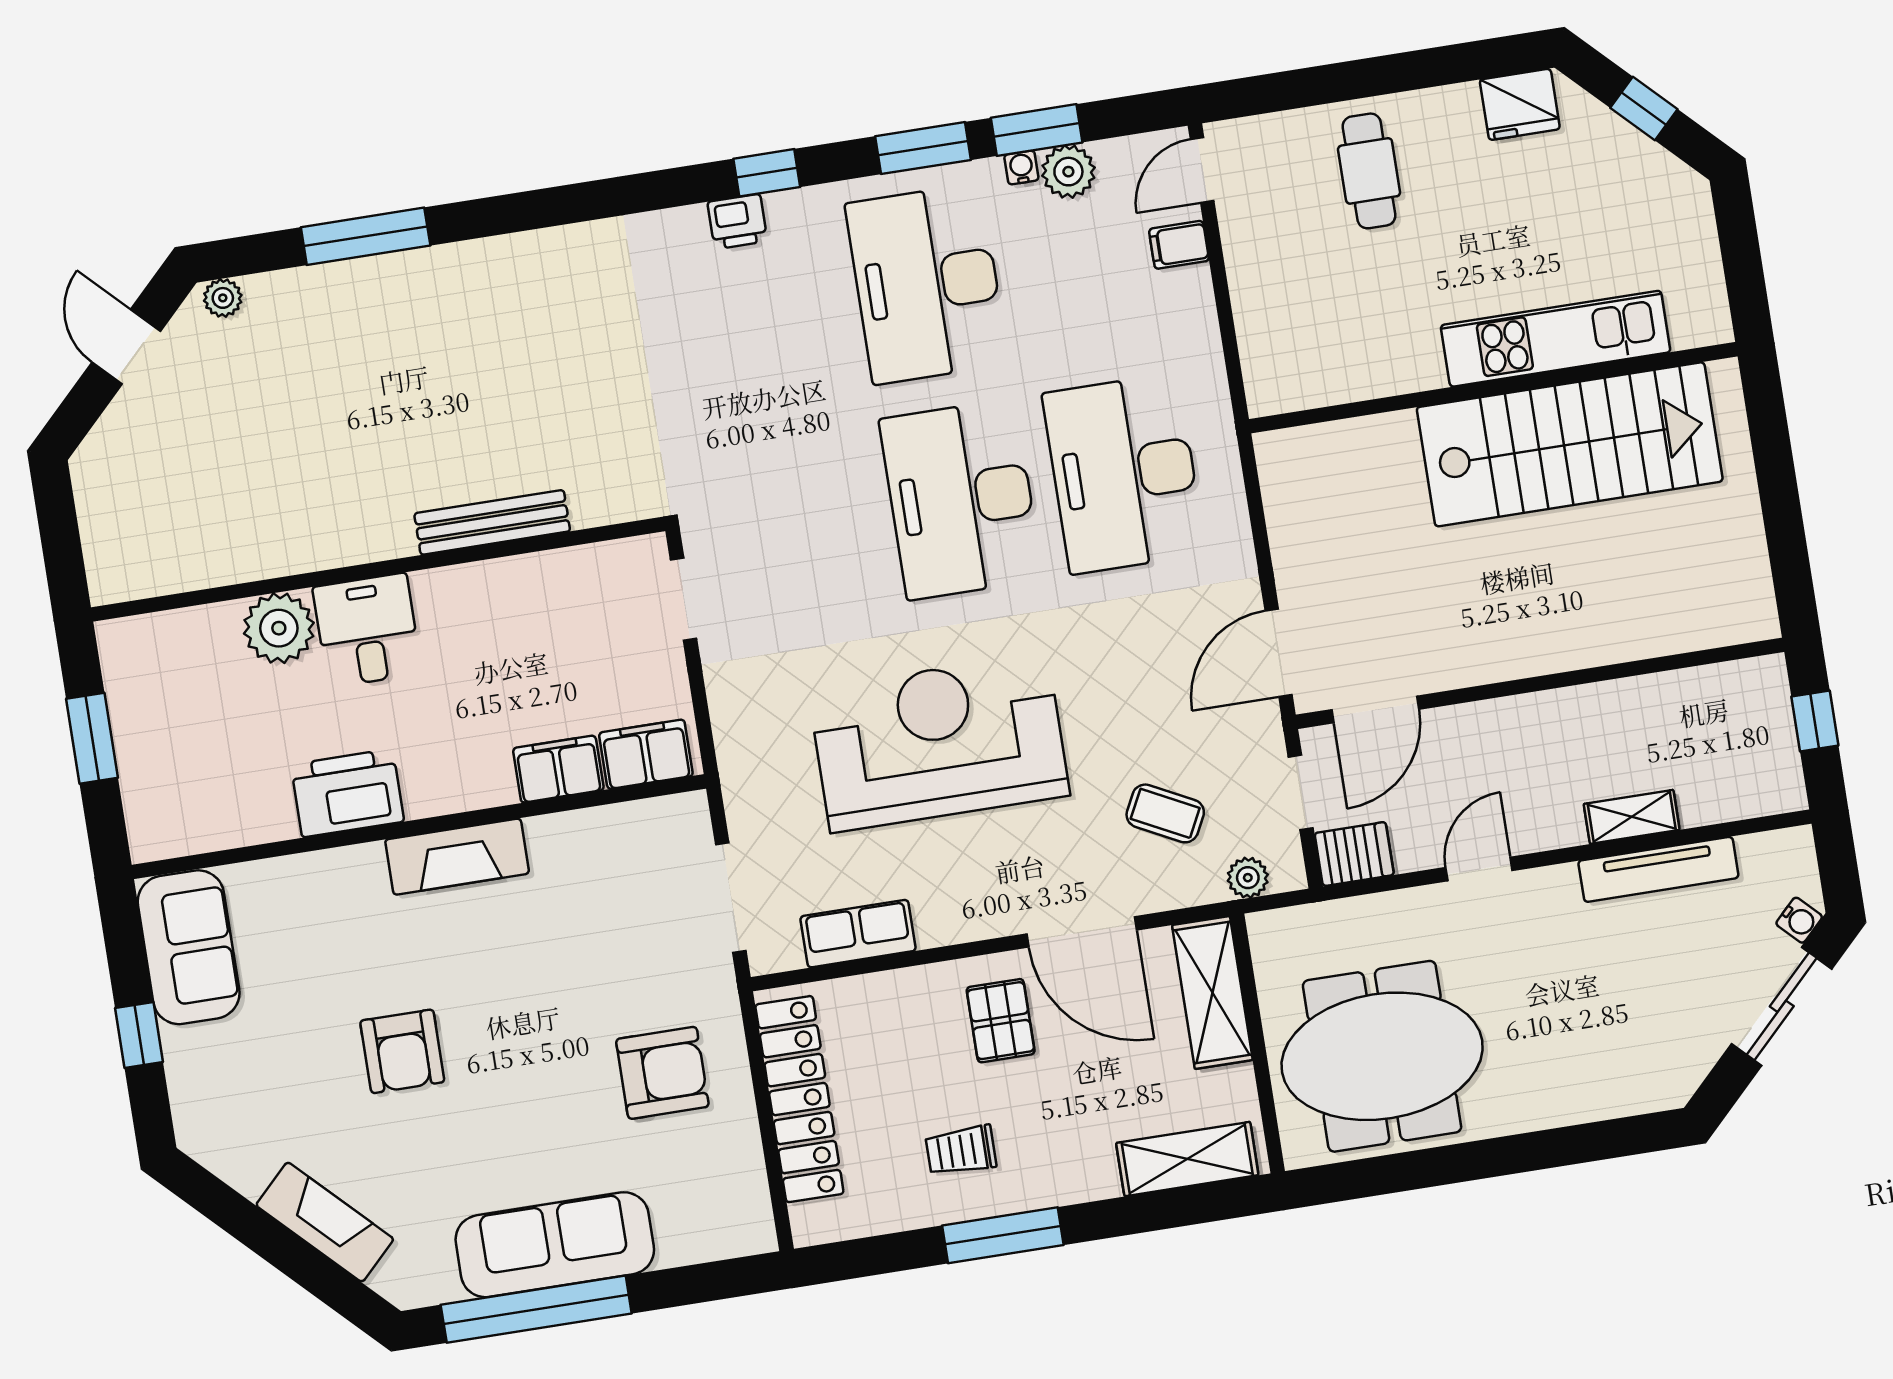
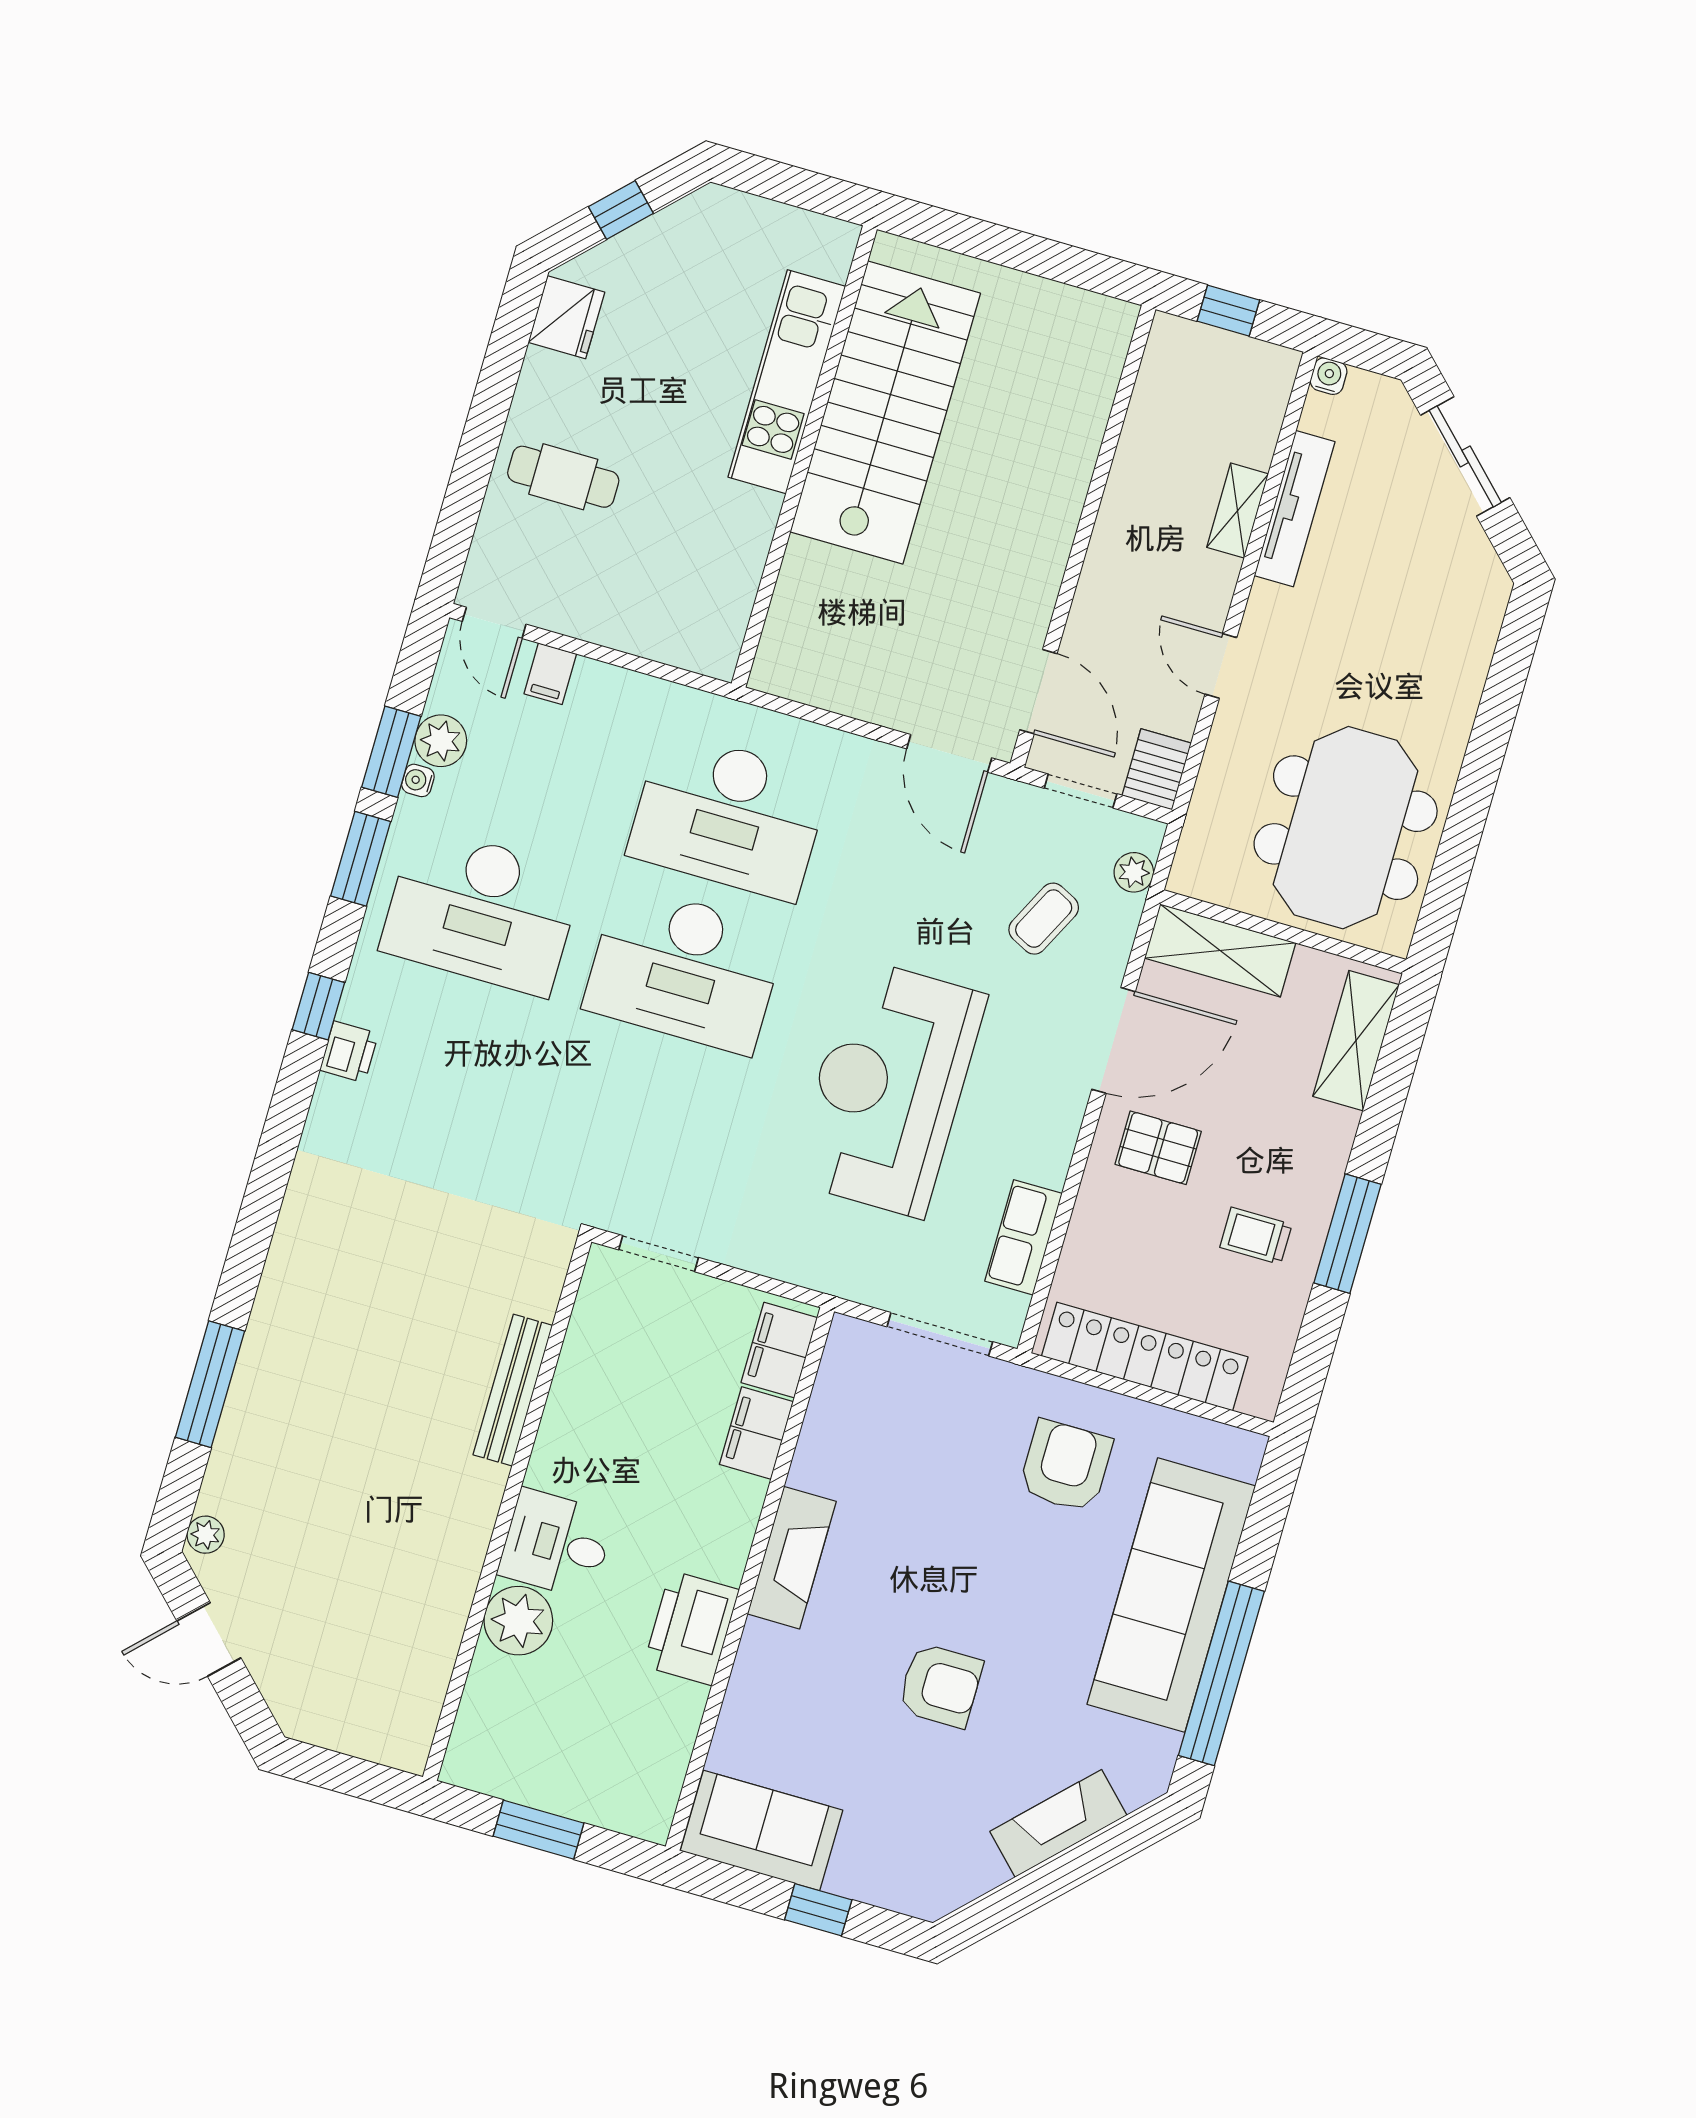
water cooler: (1799, 920) -> (1329, 376), moved, turned -45
trolley: (961, 1150) -> (1256, 1236), turned 90
sofa: (555, 1245) -> (1171, 1595), width x1.36, depth x1.27

